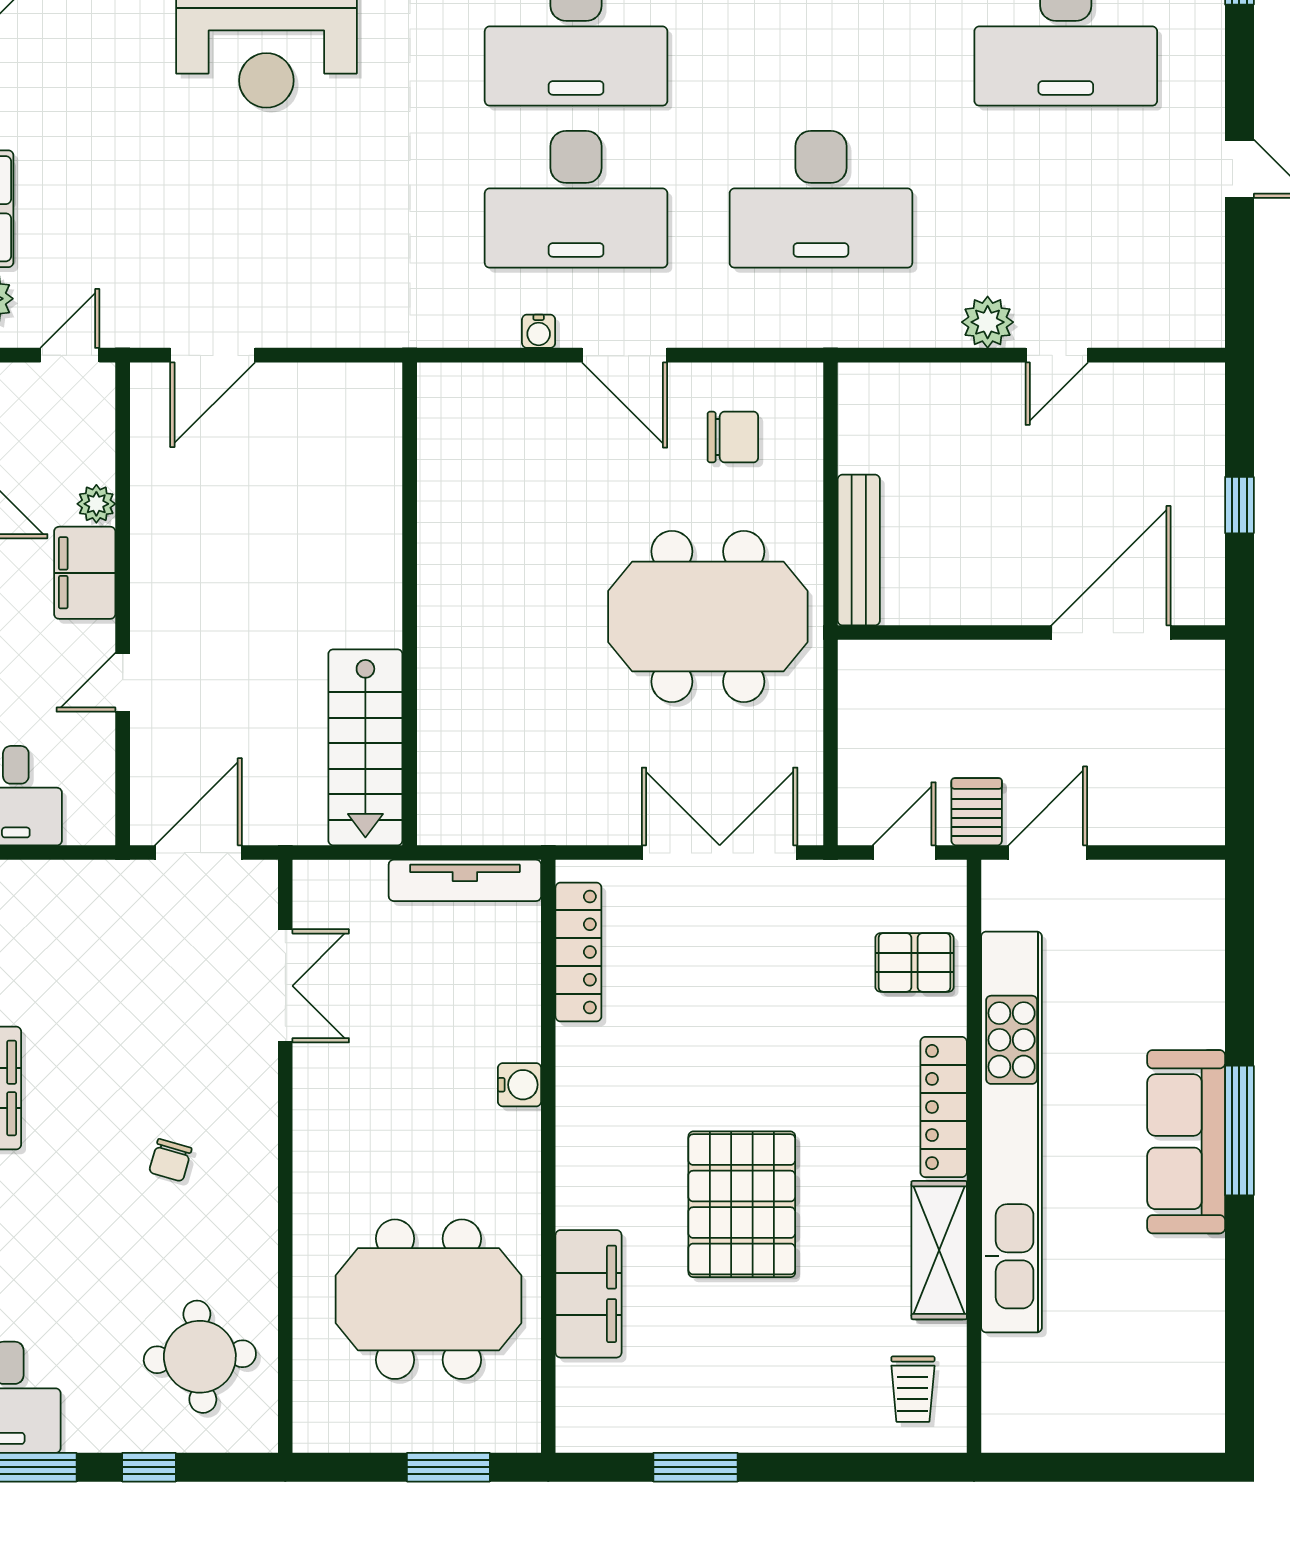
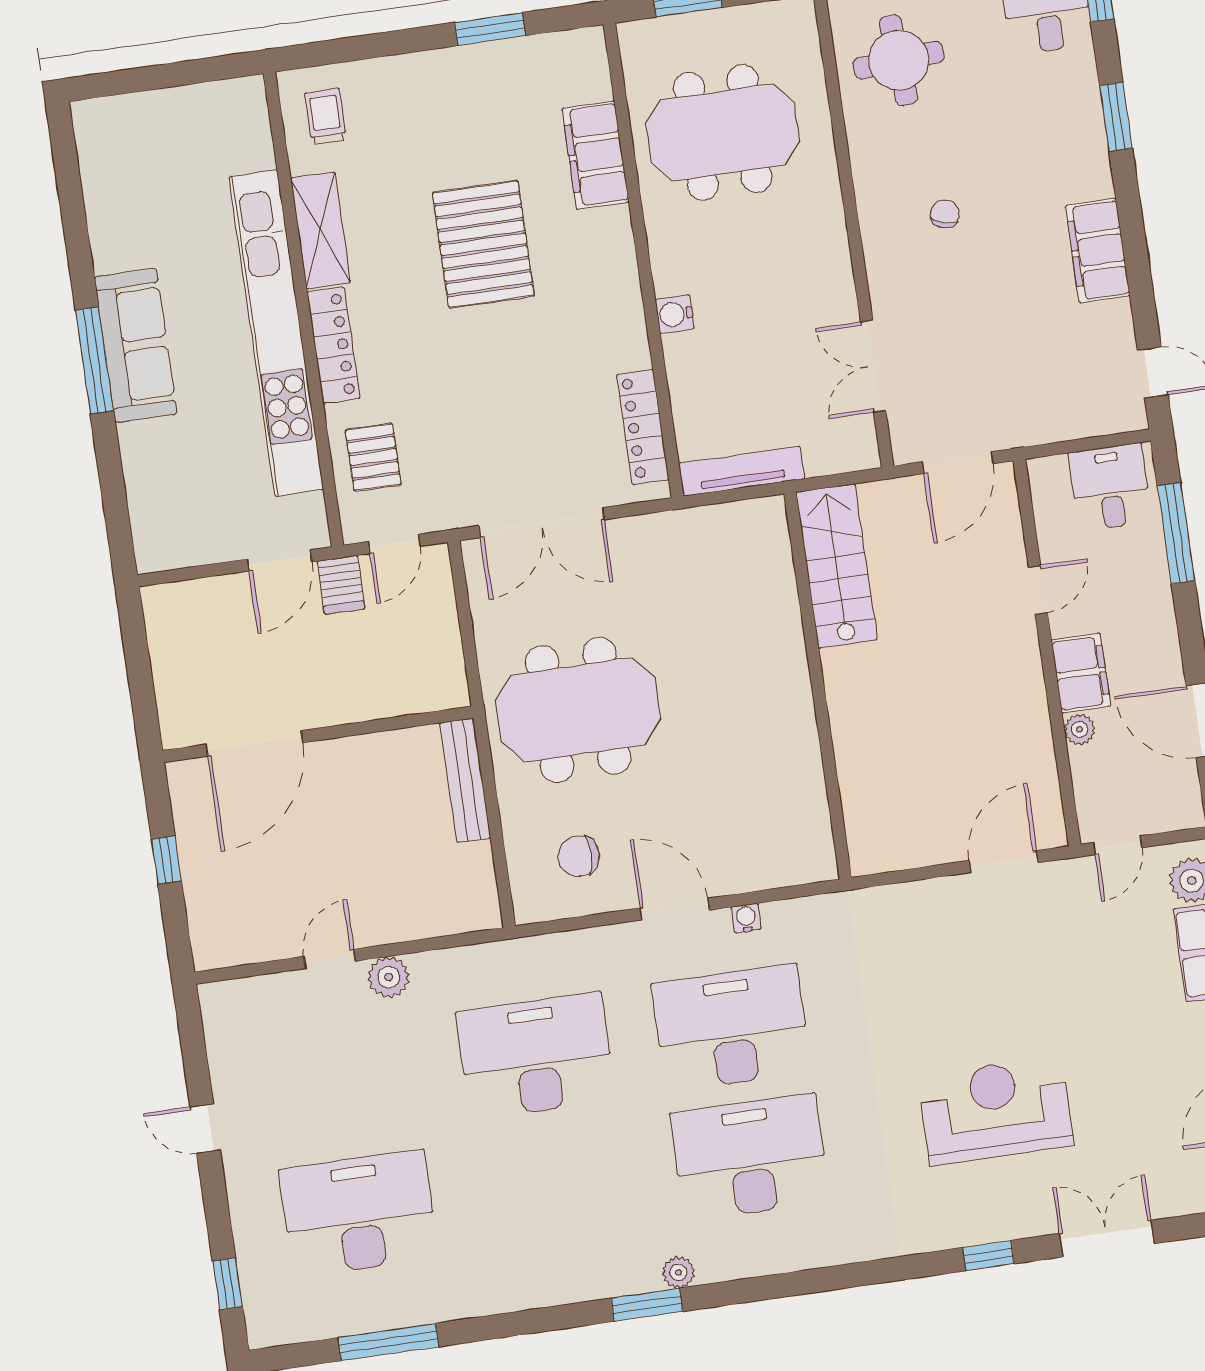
pallet: (914, 962) -> (373, 457), turned 90

